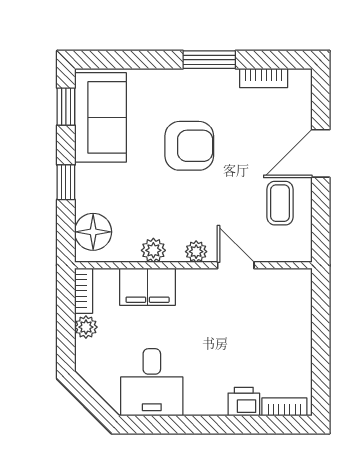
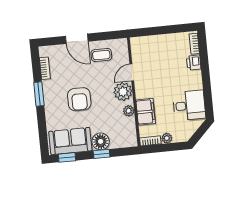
armchair: (189, 146) -> (79, 99), turned 180
floor lamp: (93, 232) -> (101, 141), moved
plant: (196, 252) -> (123, 92), width x1.88, depth x1.88

